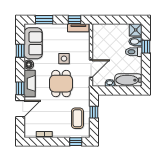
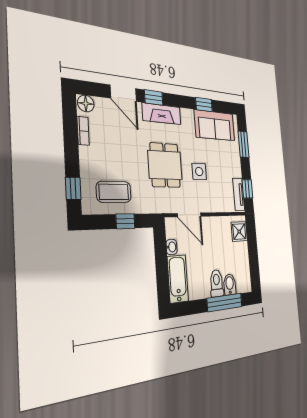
shower: (136, 30) -> (239, 232), moved
window: (146, 47) -> (225, 302), width x2.17
floor lamp: (29, 65) -> (86, 103), moved
dining table: (61, 84) -> (165, 165), turned 90

